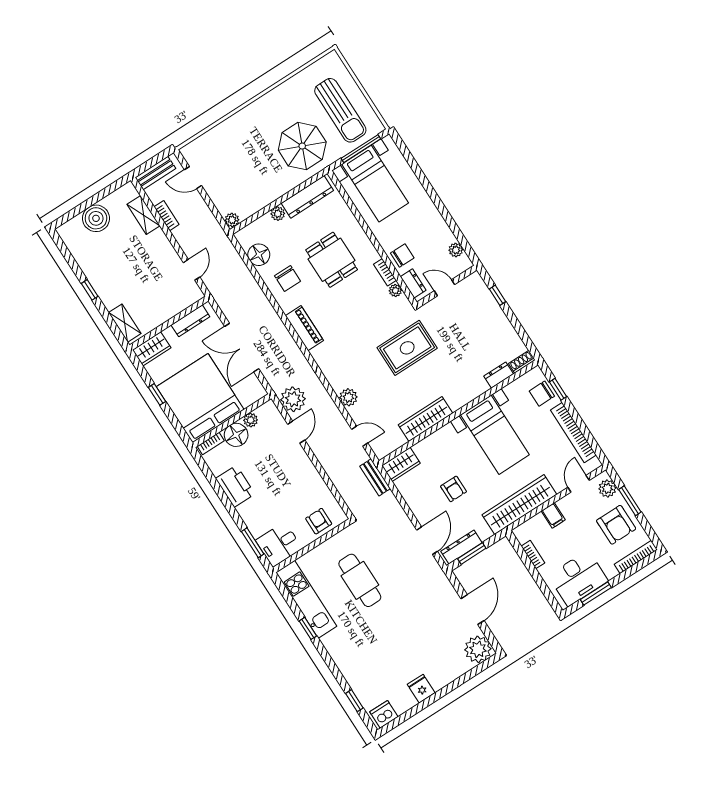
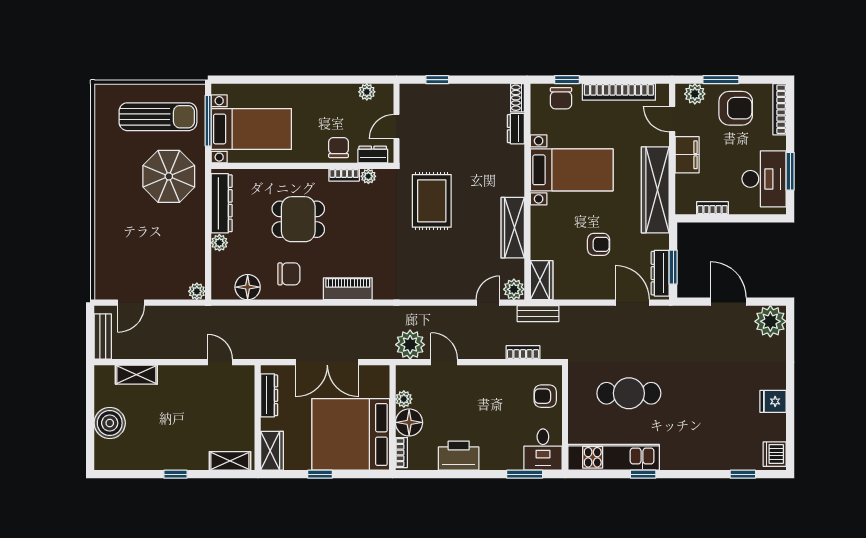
bookcase: (167, 216) -> (523, 352), moved
plant: (348, 397) -> (514, 289), moved
filing cabinet: (553, 515) -> (687, 155), width x2.00

